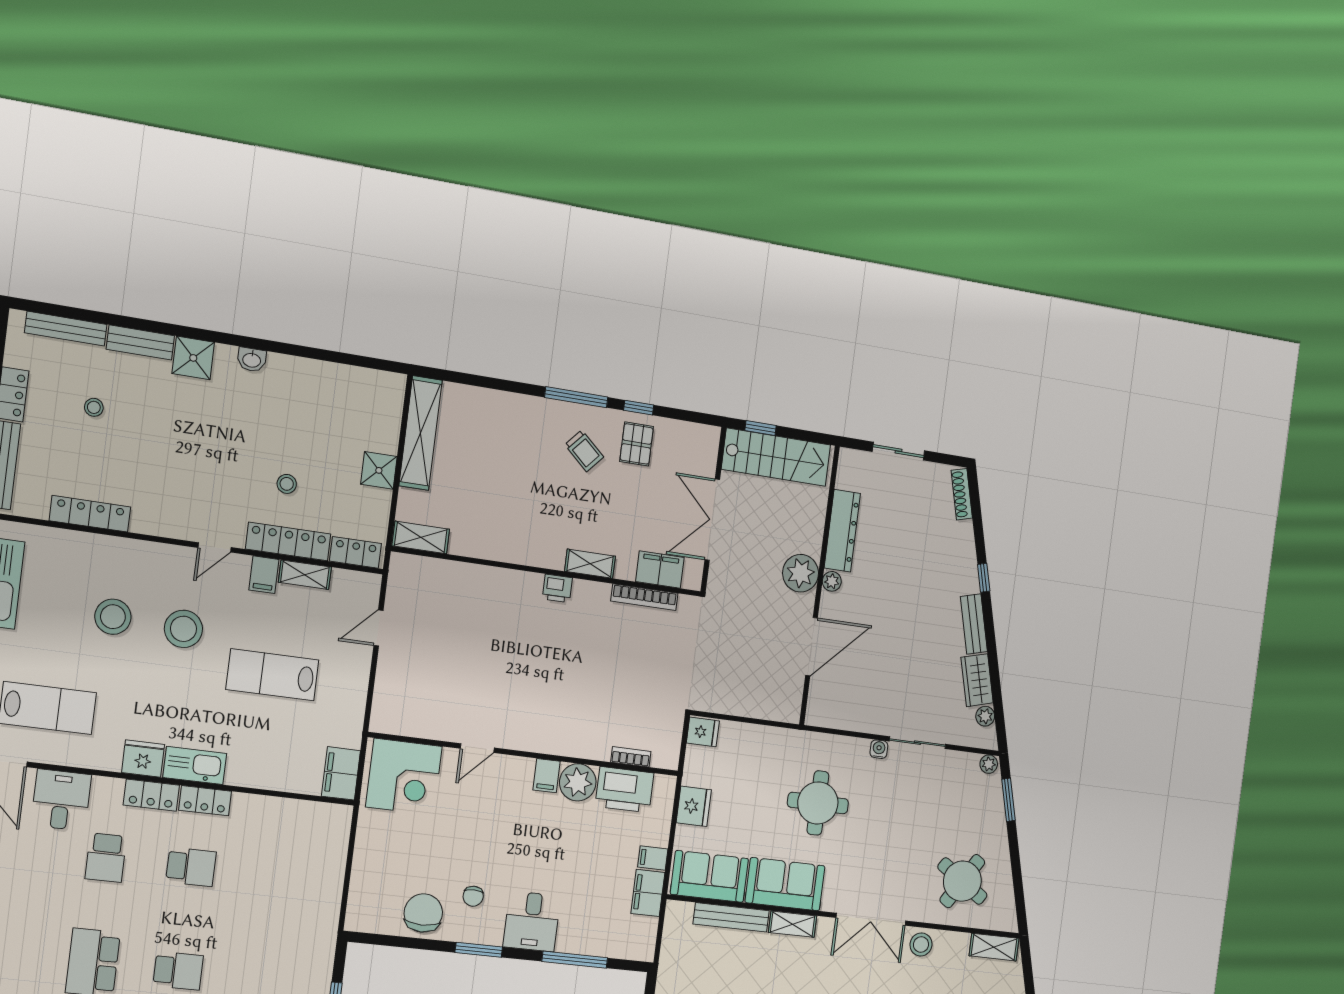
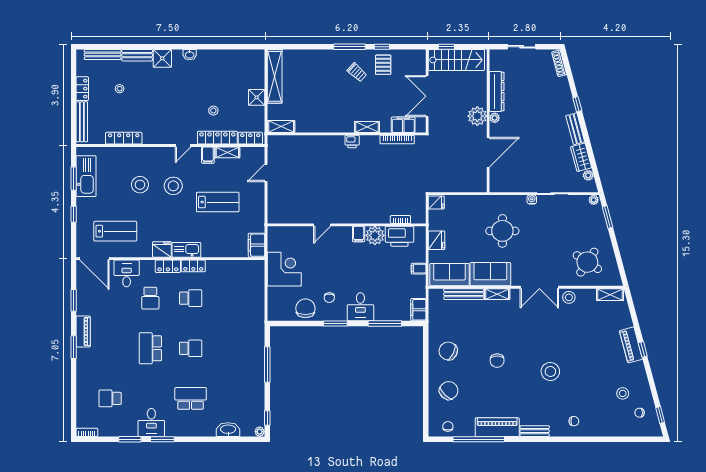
lab bench: (272, 675) -> (218, 202), turned 180
corner desk: (404, 777) -> (284, 269), moved, turned -90
filing cabinet: (648, 893) -> (418, 310), moved

